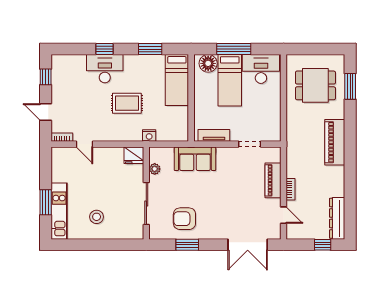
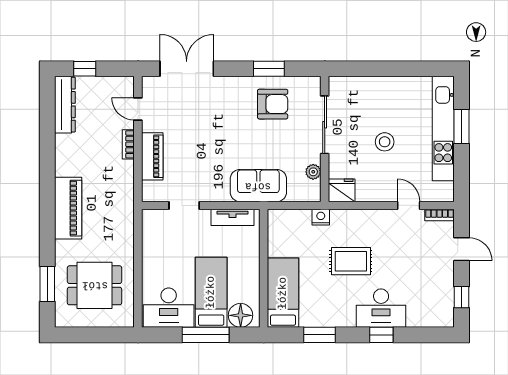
kitchen unit: (59, 211) -> (443, 128), width x1.36
stool: (97, 217) -> (385, 142), moved

